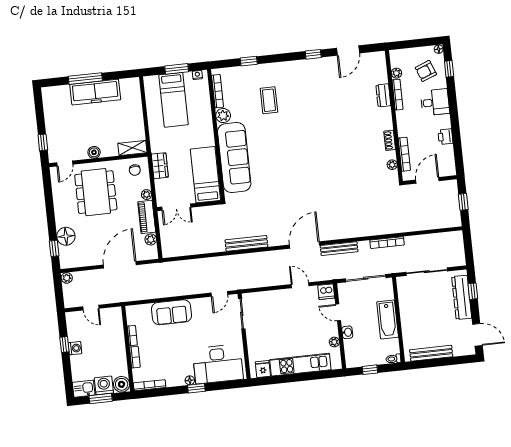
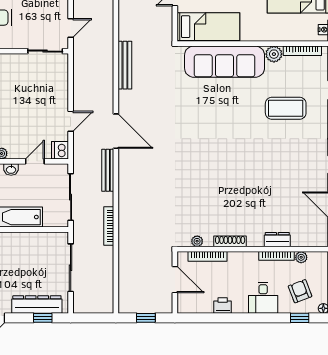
coffee table: (269, 100) -> (286, 108), width x1.36, depth x1.32
shoe rack: (390, 140) -> (230, 241), width x1.43
door: (219, 294) -> (71, 28), swing flipped

